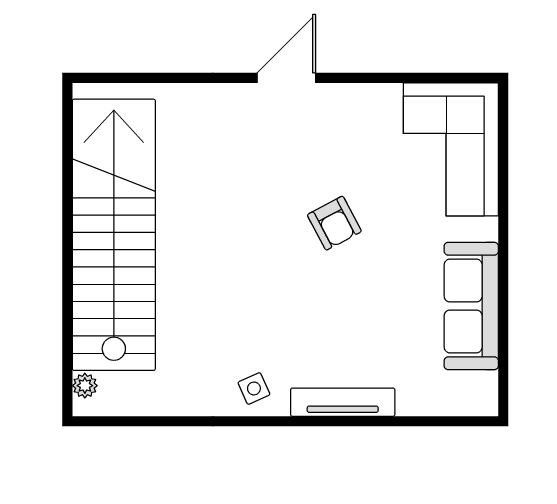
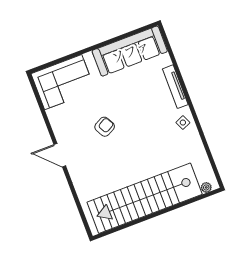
armchair: (334, 223) -> (105, 127), moved
sofa: (471, 306) -> (130, 51), width x1.36, depth x1.27

